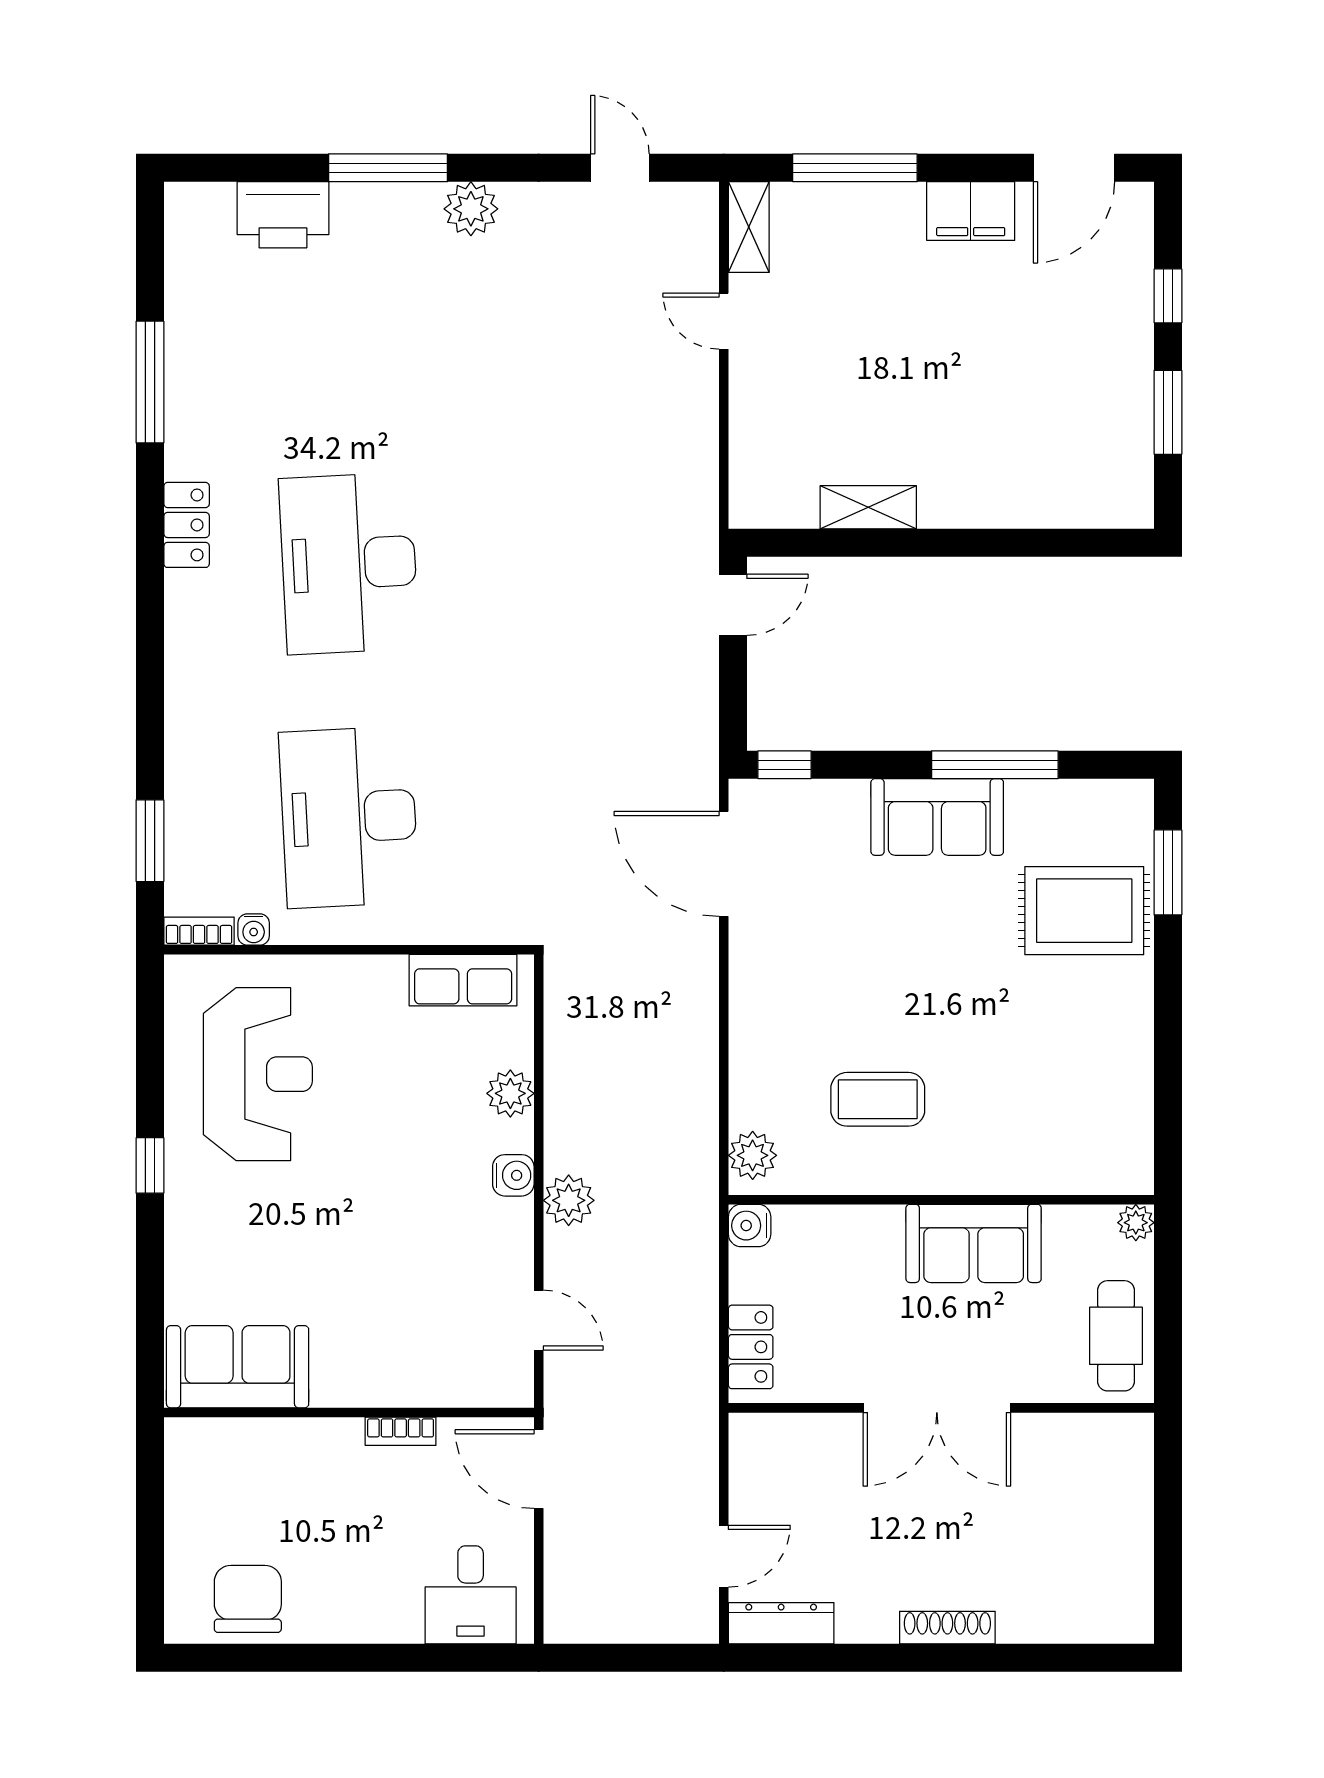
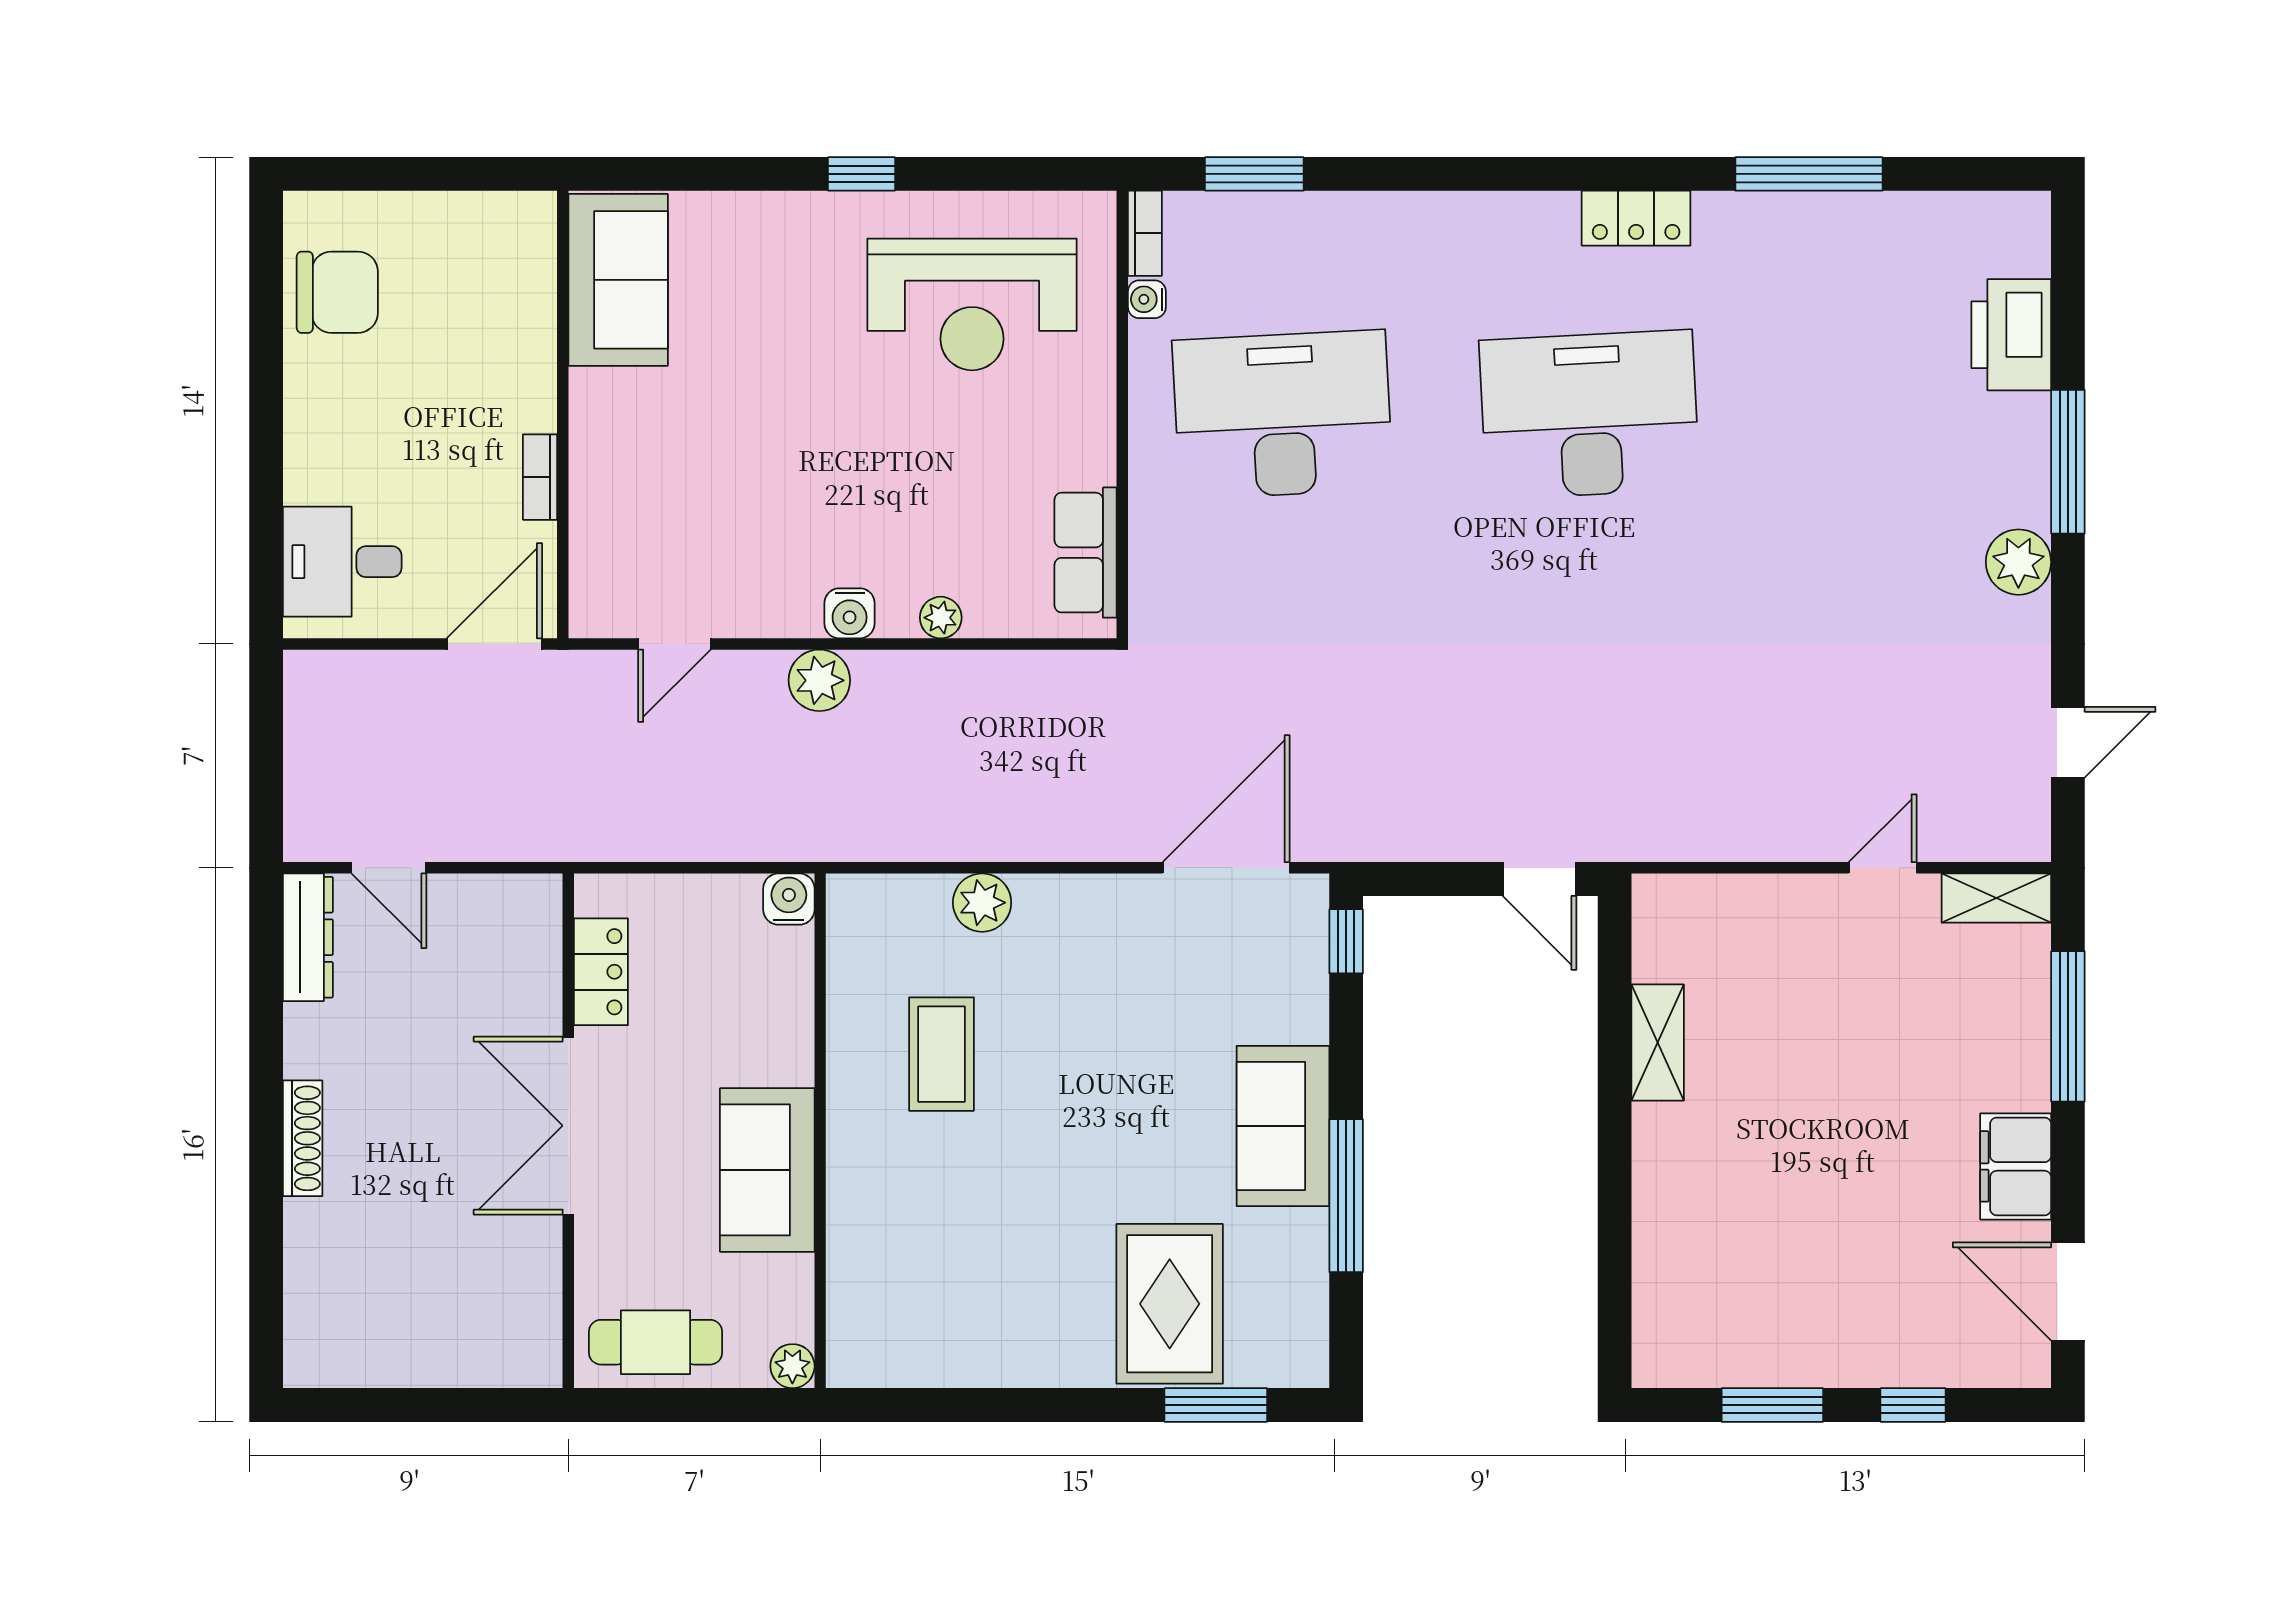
plant: (510, 1093) -> (941, 618), width x0.73, depth x0.73
plant: (753, 1155) -> (982, 903), moved
locker: (751, 1347) -> (601, 972), moved, turned -90

